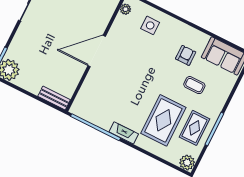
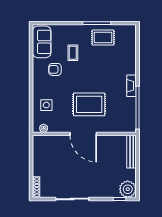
bench: (54, 98) -> (132, 152), width x1.36
rug: (163, 120) -> (89, 104), moved
plant: (187, 163) -> (130, 31), removed

